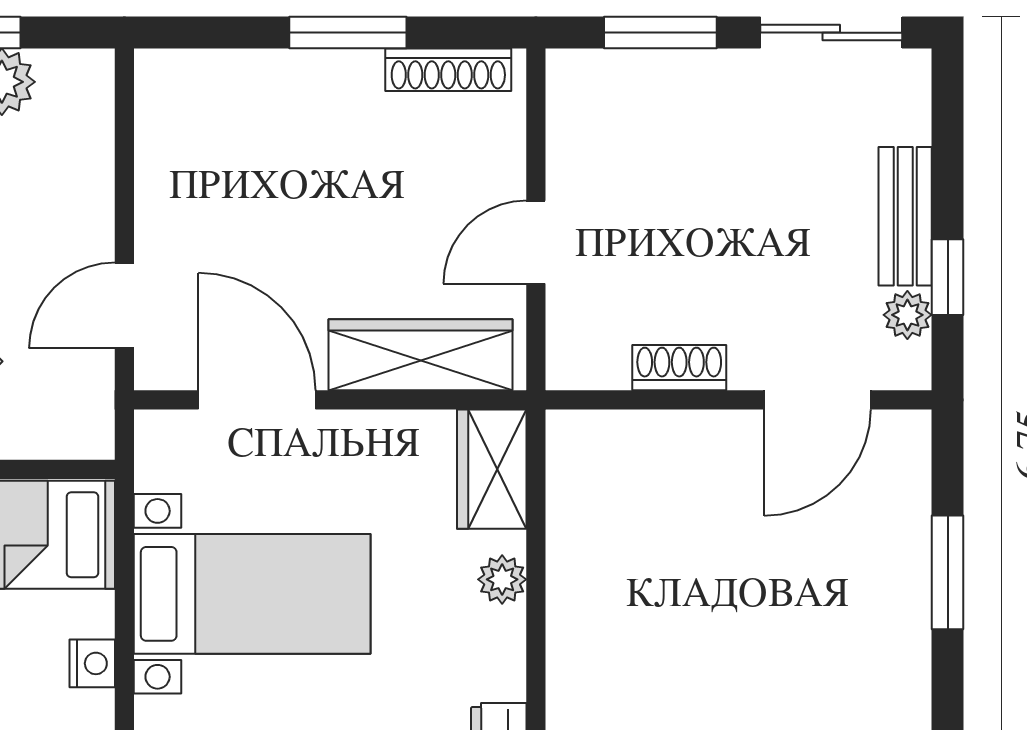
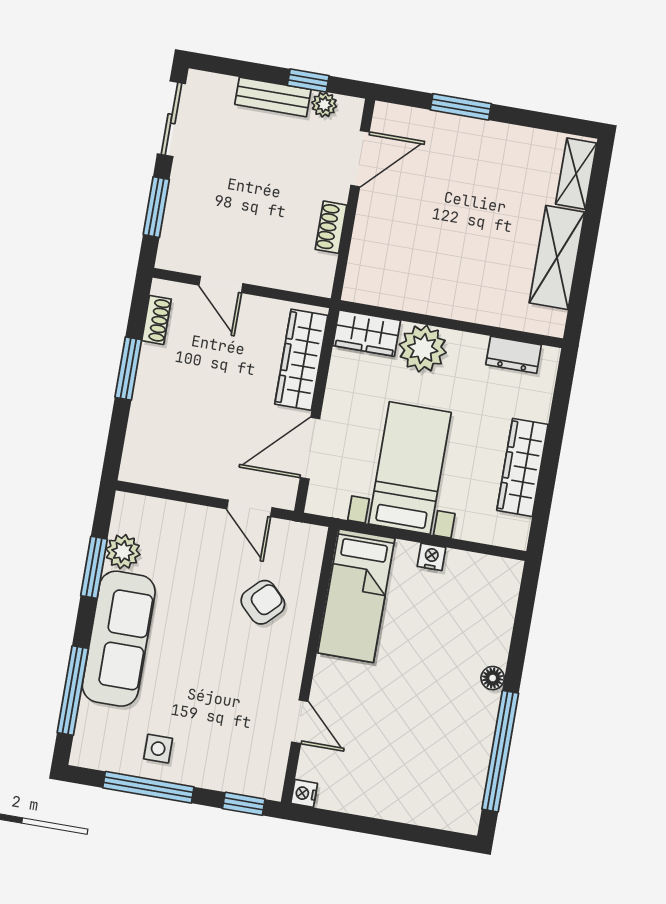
shoe rack: (448, 70) -> (157, 320), width x0.70
door: (536, 242) -> (221, 284), moved
door: (817, 400) -> (360, 159), hinge flipped
plant: (502, 579) -> (423, 349), width x1.87, depth x1.87

